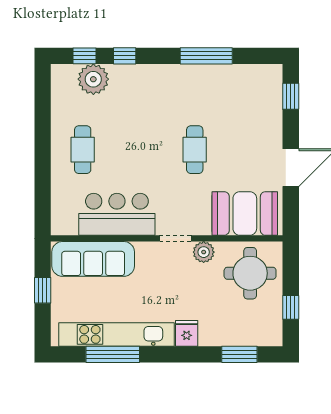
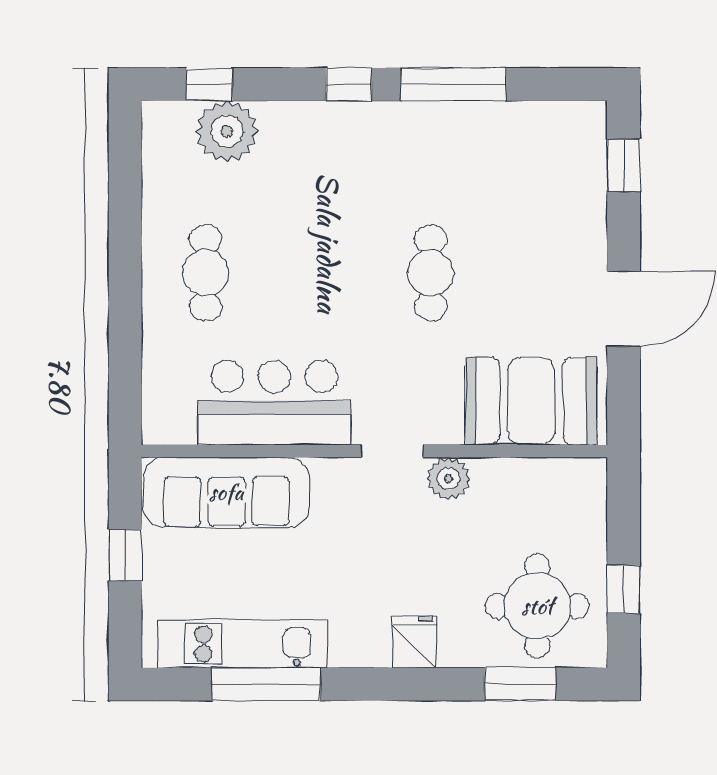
window: (125, 56) -> (349, 84), moved
round table: (250, 273) -> (537, 606), moved
kitchen unit: (116, 334) -> (242, 644), width x0.73

